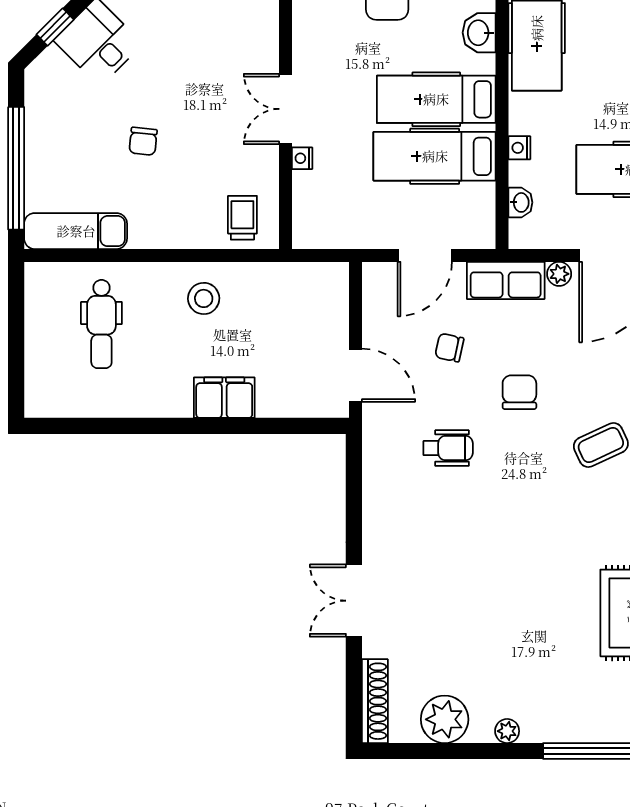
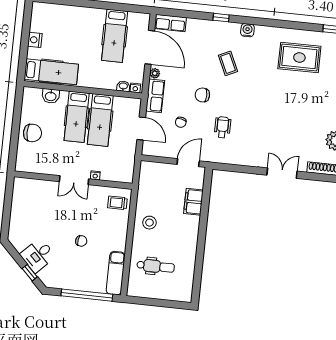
nightstand: (519, 148) -> (135, 88), moved
filing cabinet: (224, 398) -> (193, 202), moved
double door: (354, 601) -> (282, 173), swing flipped

